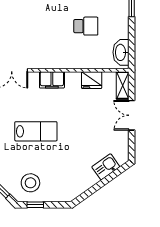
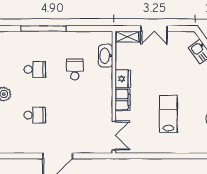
washbasin: (121, 52) -> (106, 56), moved, turned 90
fridge: (92, 80) -> (123, 79), moved

